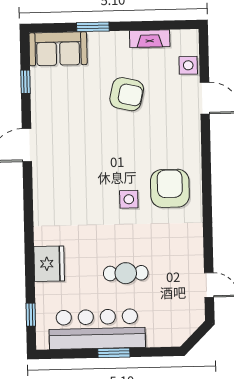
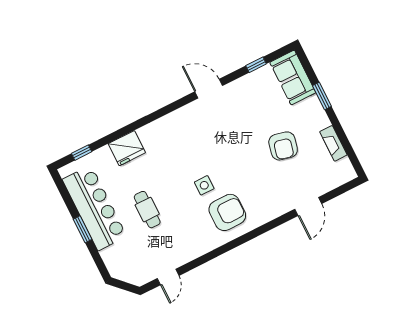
side table: (188, 65) -> (327, 182), removed

